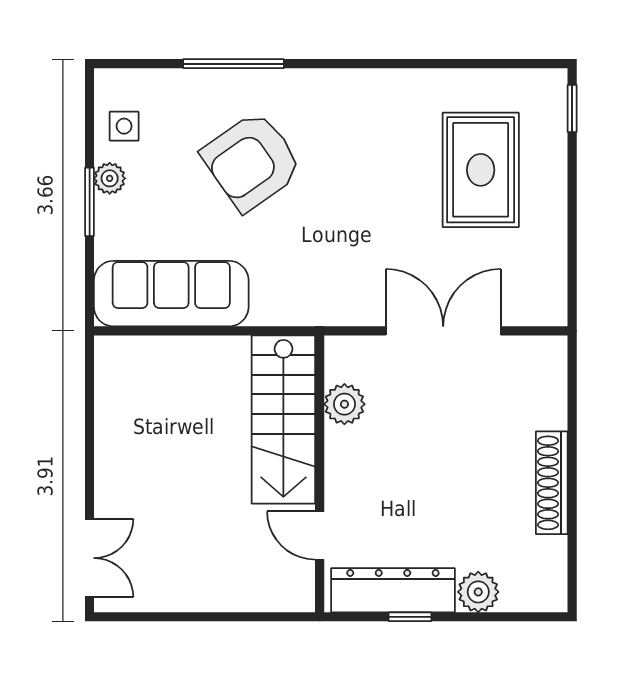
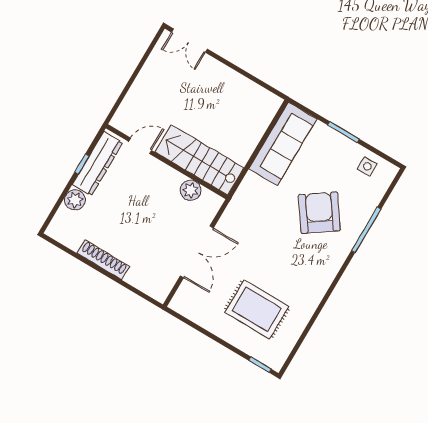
plant: (110, 178) -> (348, 147), removed

